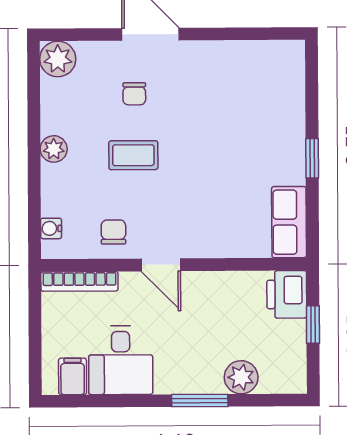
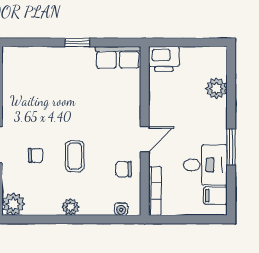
window: (313, 324) -> (183, 42), removed
window: (200, 401) -> (231, 147), moved

